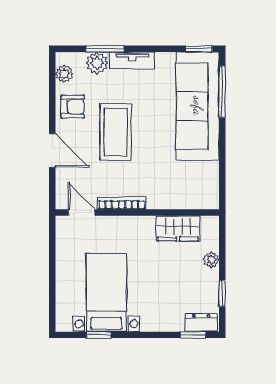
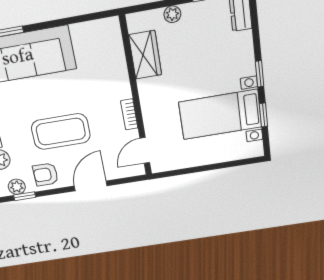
window: (52, 79) -> (25, 196), added
armchair: (73, 107) -> (46, 175), turned -90
bookcase: (122, 203) -> (129, 114), width x0.64
window: (193, 335) -> (260, 74), moved

